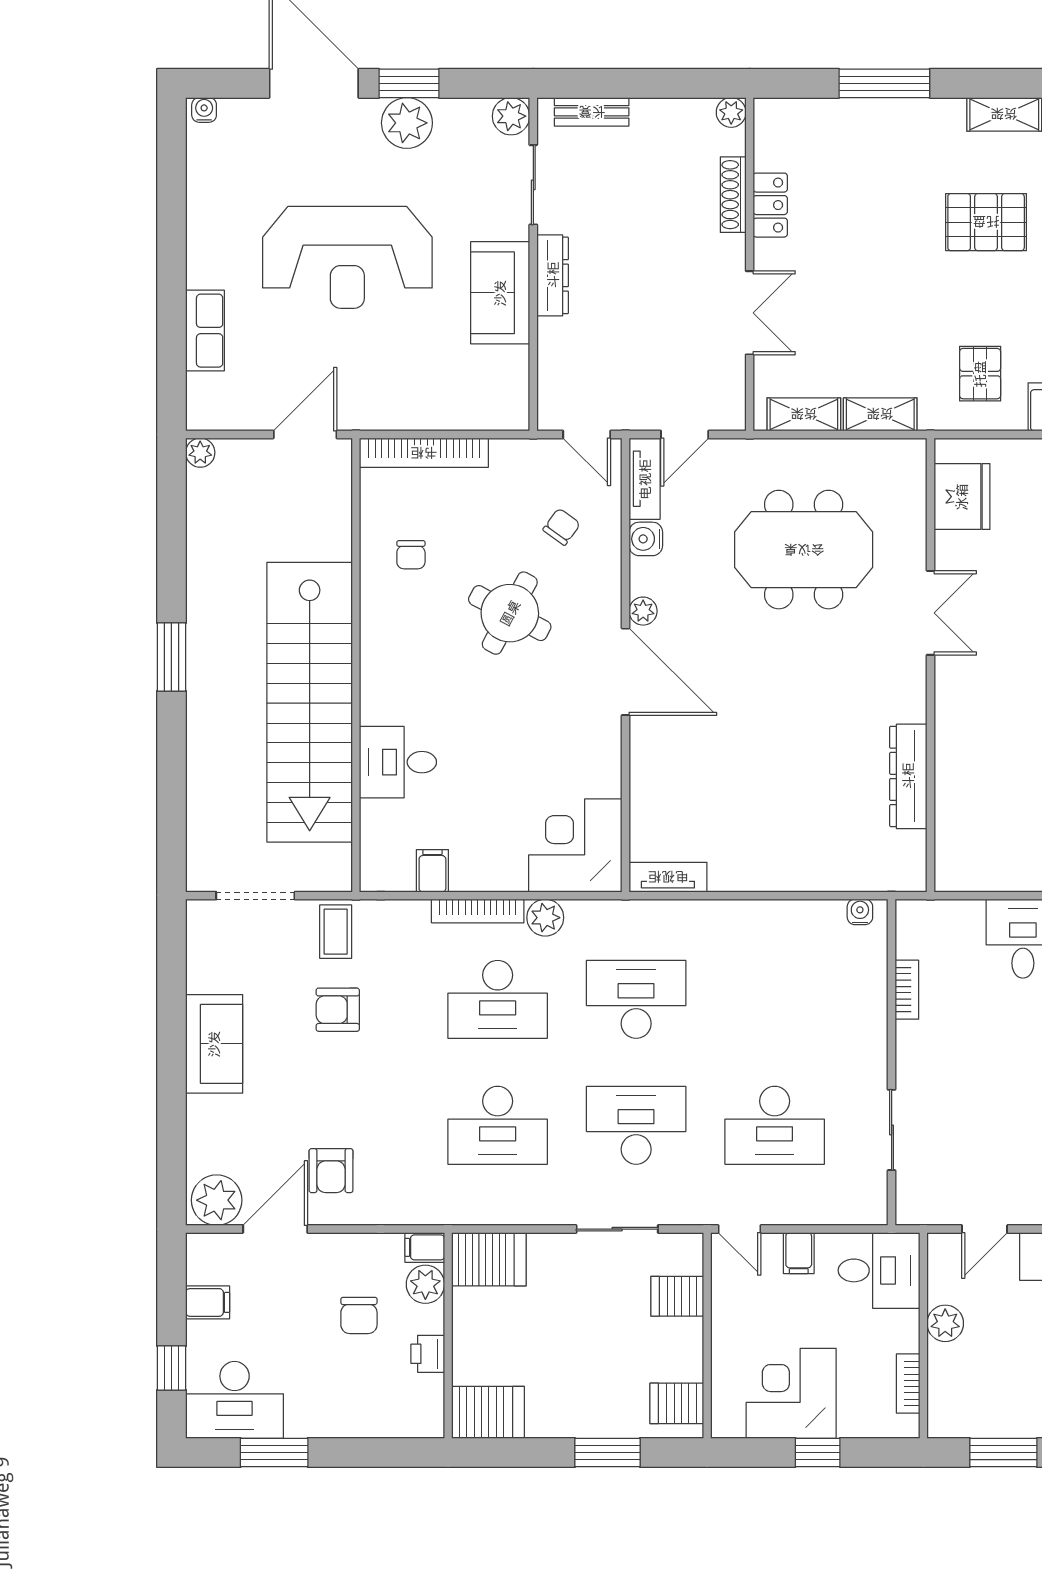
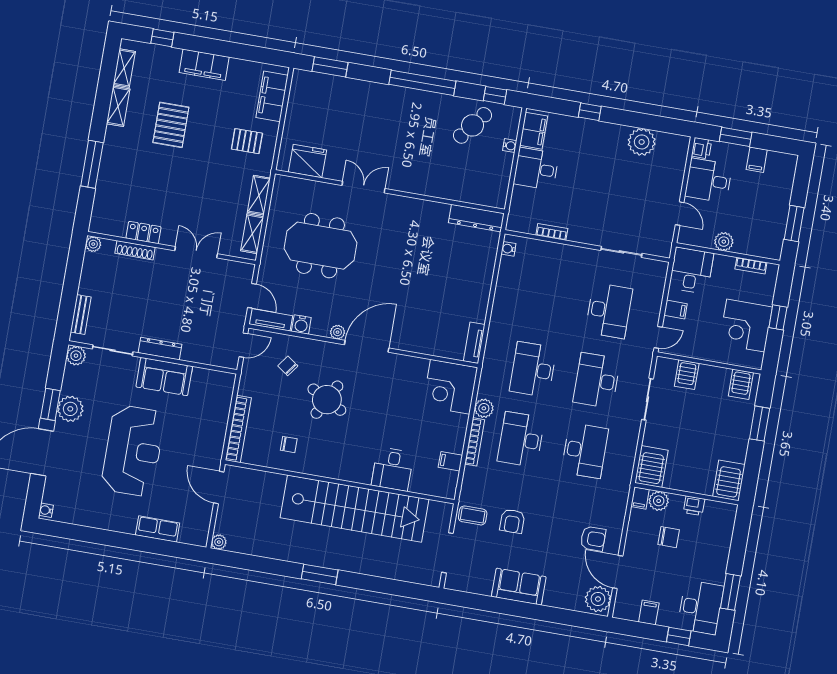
meeting table: (804, 550) -> (320, 246), turned 90
dresser: (908, 776) -> (476, 218), moved
desk: (498, 999) -> (521, 440), turned 180

